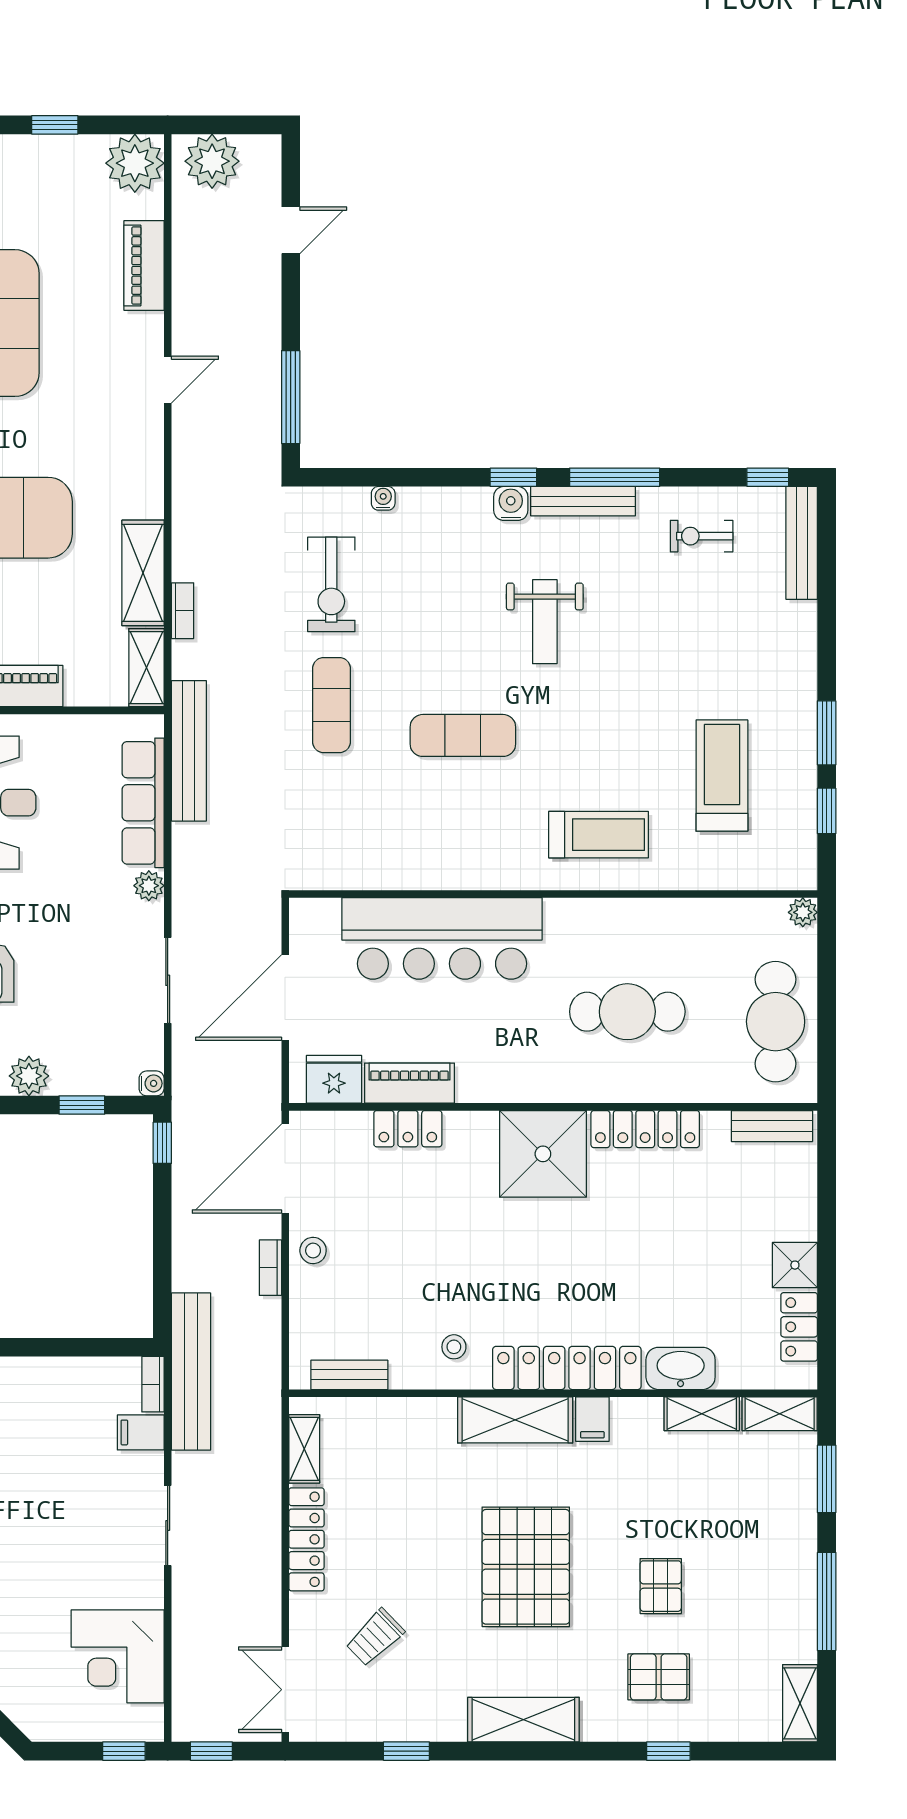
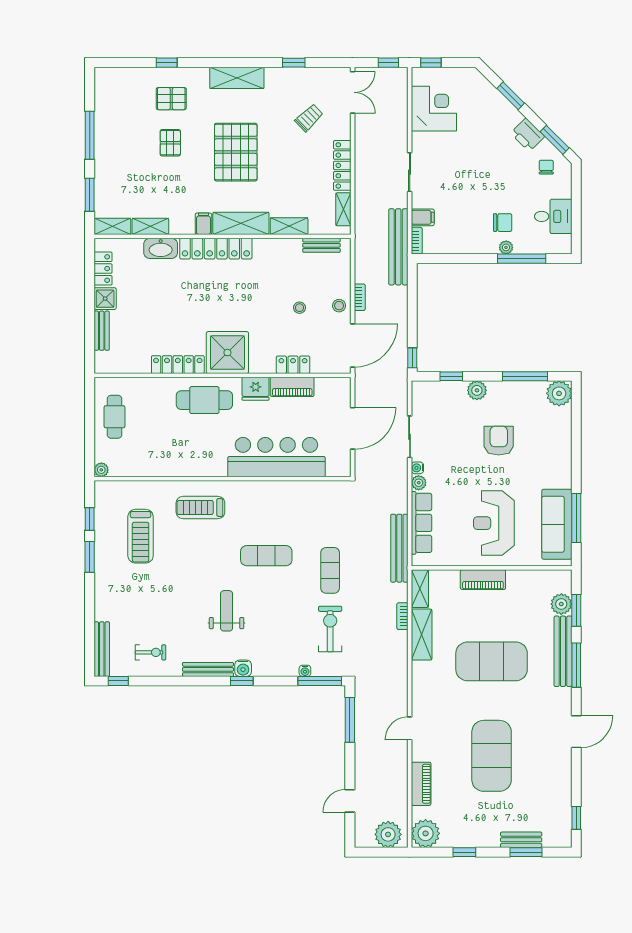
window: (615, 477) -> (320, 681), moved
cafe table: (627, 1012) -> (204, 400), moved
cafe table: (776, 1022) -> (115, 417), width x0.73, depth x0.74
fridge: (334, 1079) -> (256, 389), moved
water cooler: (152, 1083) -> (417, 468), moved
bench: (772, 1126) -> (102, 331), moved, turned 90
stool: (454, 1347) -> (300, 308), moved
shelving: (800, 1703) -> (289, 226), moved, turned 90

